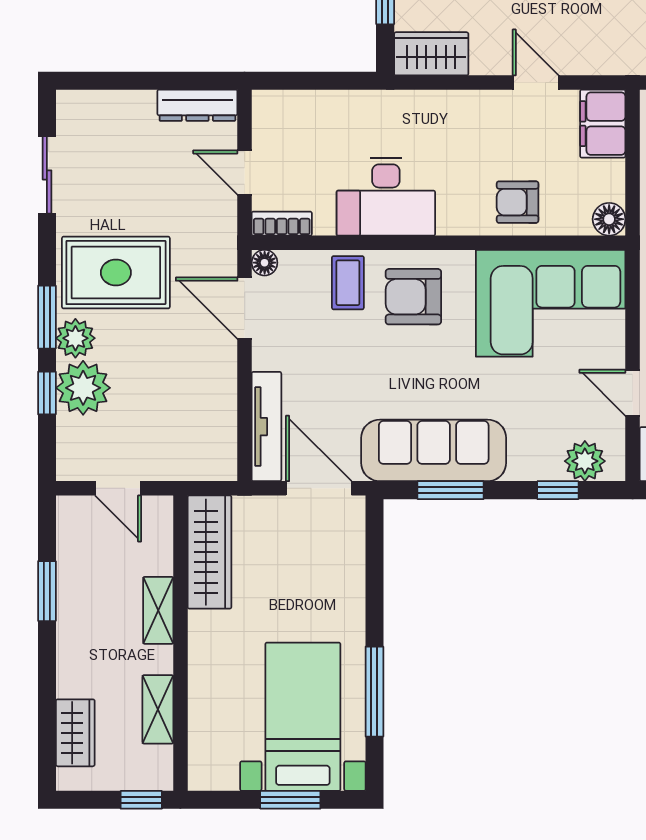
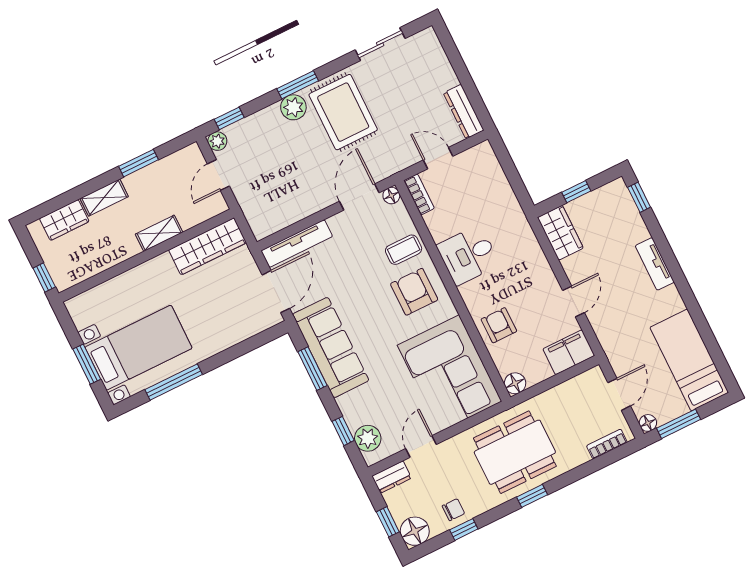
door: (245, 172) -> (438, 158), hinge flipped
desk: (386, 197) -> (468, 255), width x0.73
plant: (83, 388) -> (217, 141), moved, width x0.53, depth x0.53
window: (47, 393) -> (229, 118), moved
shelving: (158, 709) -> (104, 198), moved

